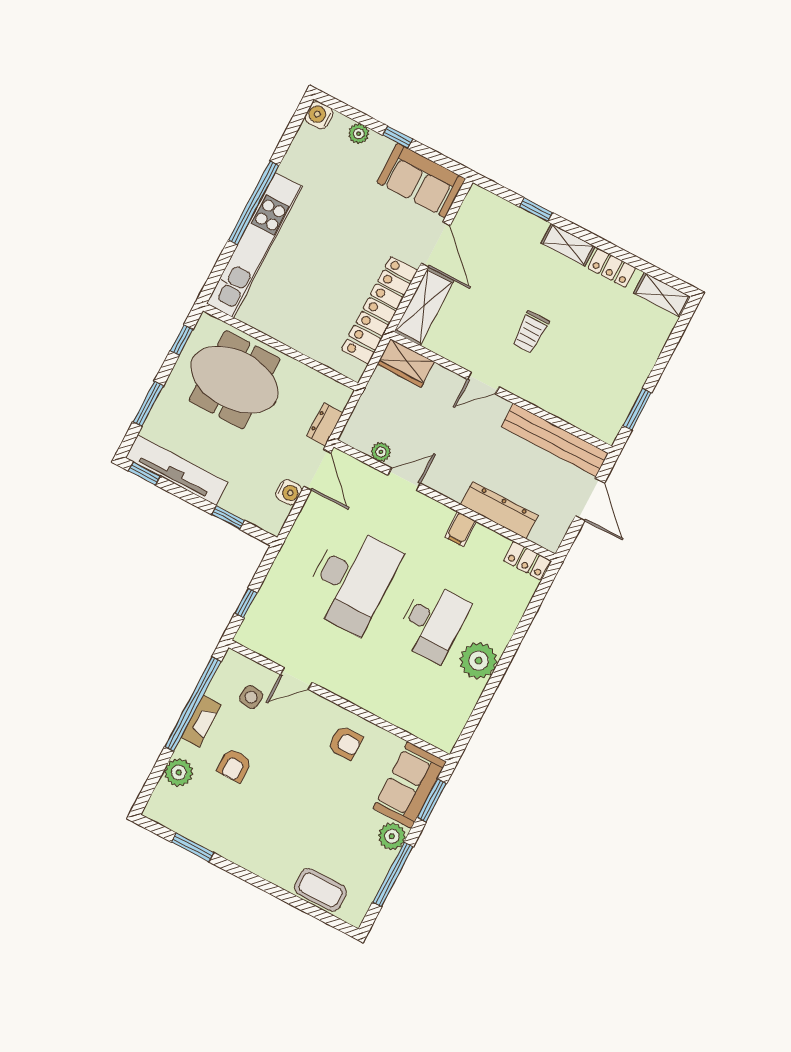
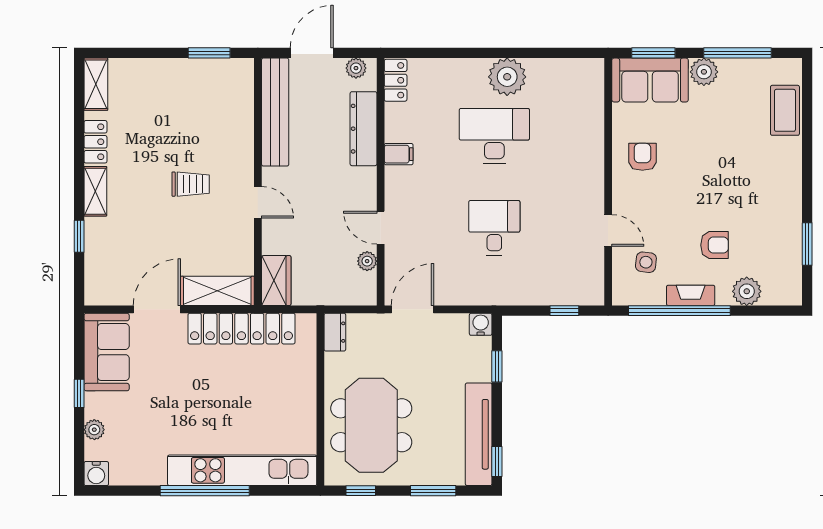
dresser: (325, 425) -> (335, 332), moved, turned -90
water cooler: (289, 492) -> (481, 324), moved
plant: (556, 531) -> (356, 68), added
desk: (351, 579) -> (494, 228), width x0.53, depth x0.77

